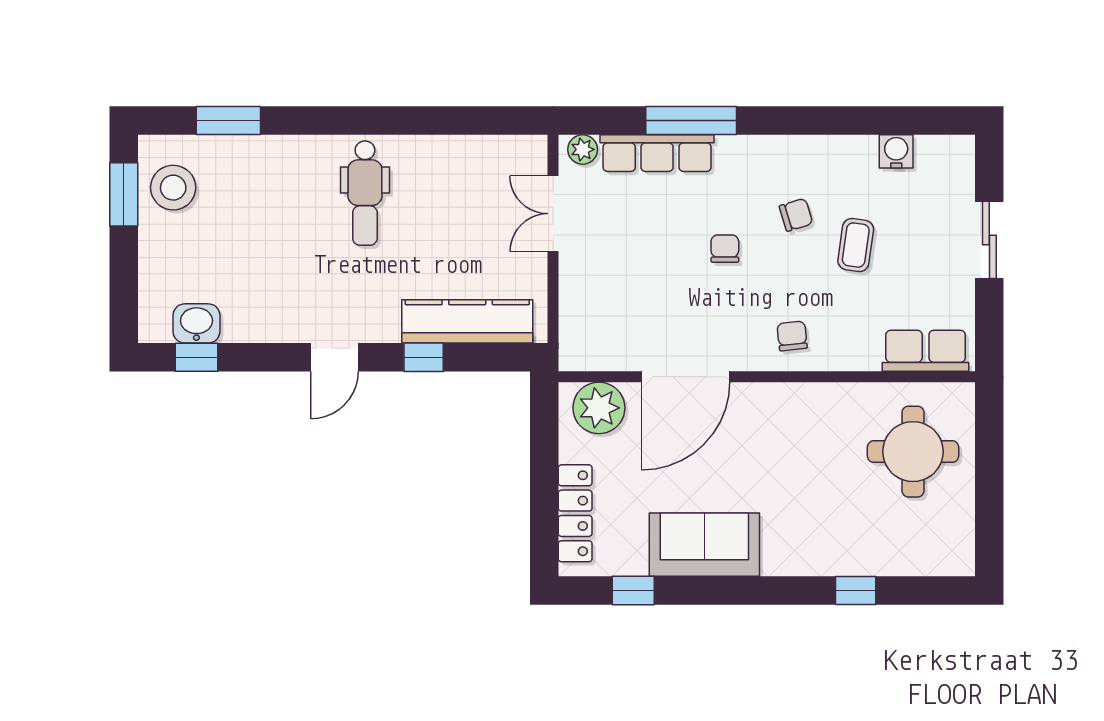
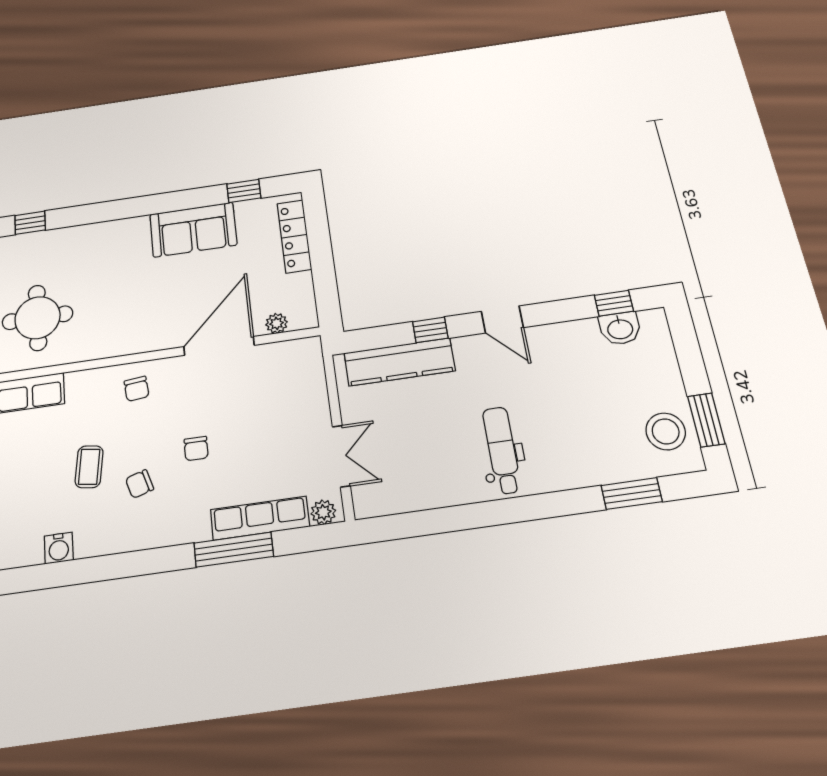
door: (334, 357) -> (502, 319), swing flipped
plant: (599, 408) -> (277, 323), width x0.53, depth x0.53
window: (856, 590) -> (30, 223), moved

